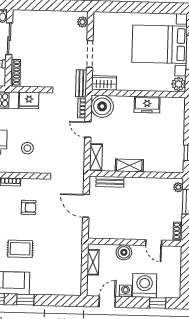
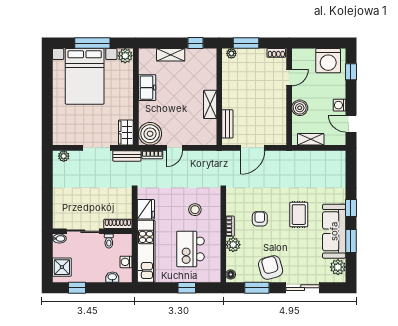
shelving: (96, 157) -> (171, 55), moved
armchair: (29, 207) -> (260, 219), moved
washing machine: (145, 286) -> (328, 61), moved, turned -90

